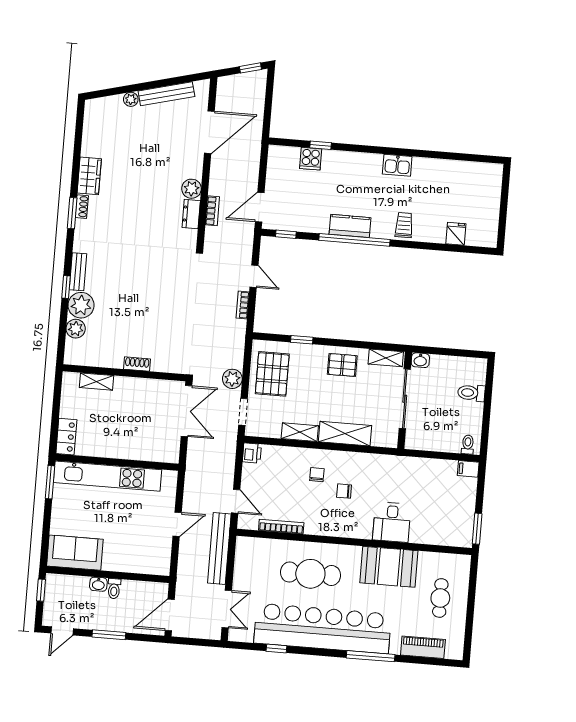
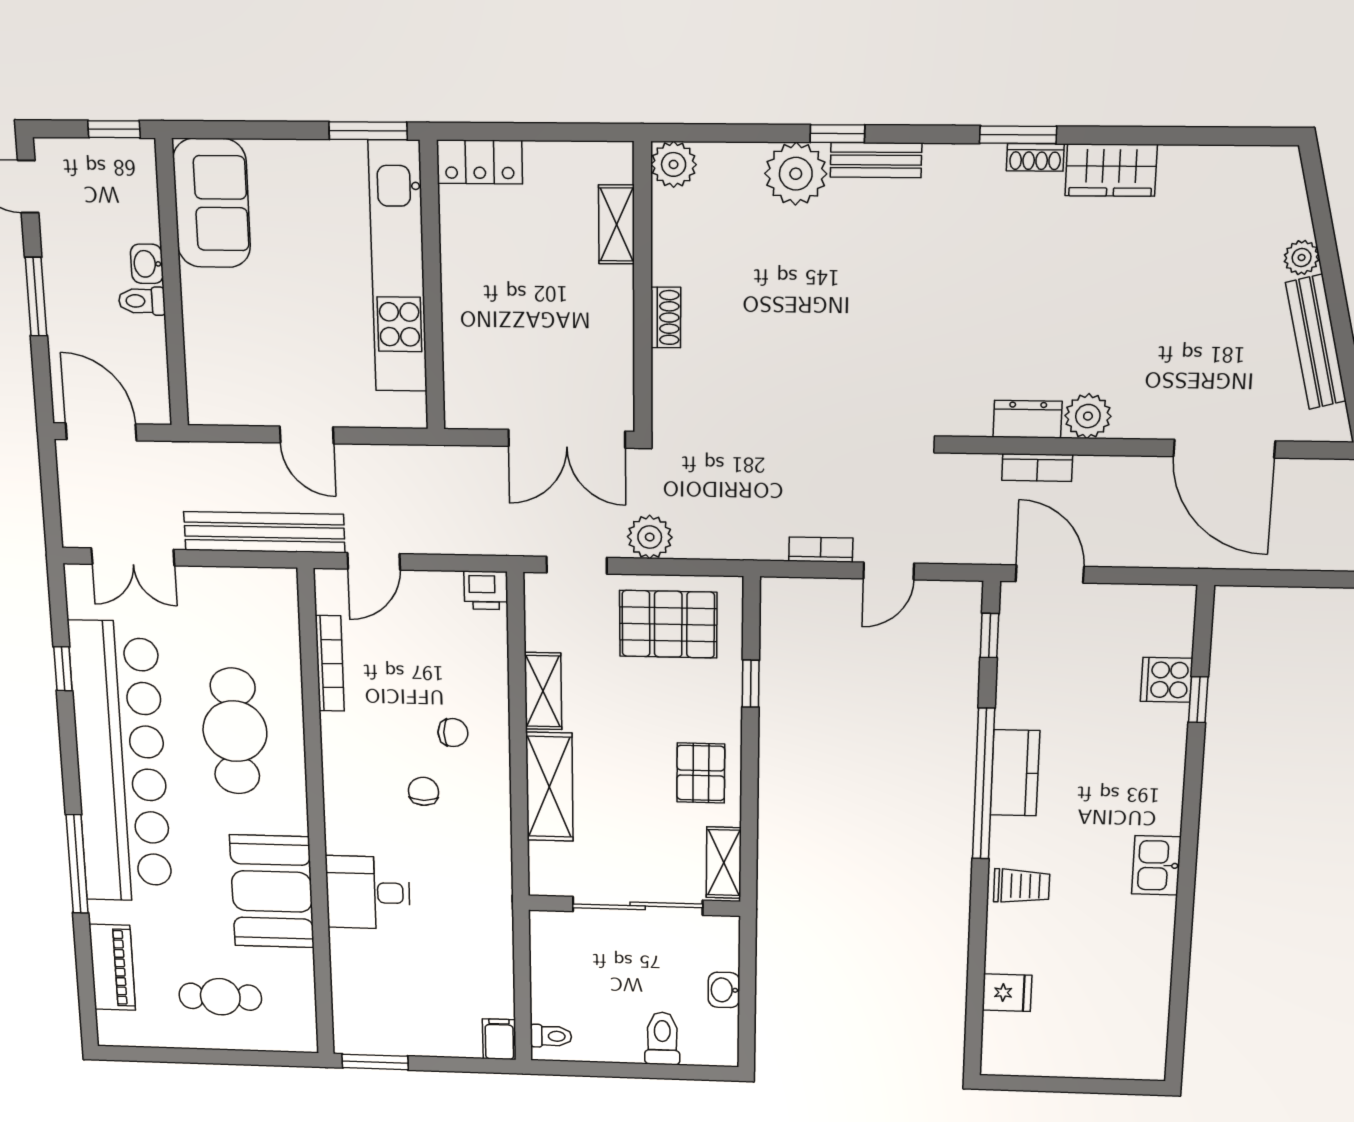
plant: (76, 329) -> (674, 164), moved
washbasin: (420, 360) -> (724, 990), moved

